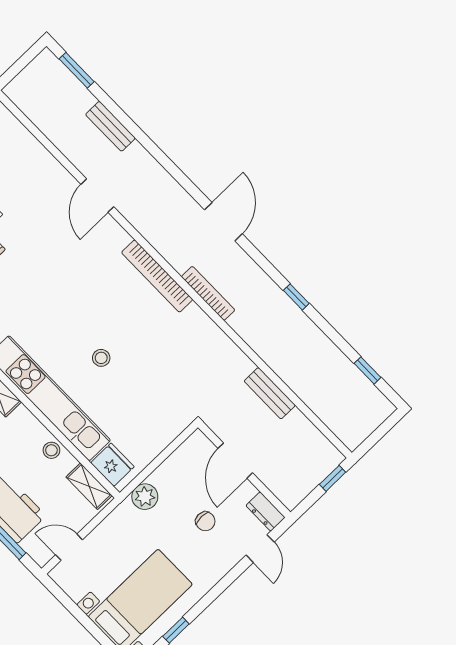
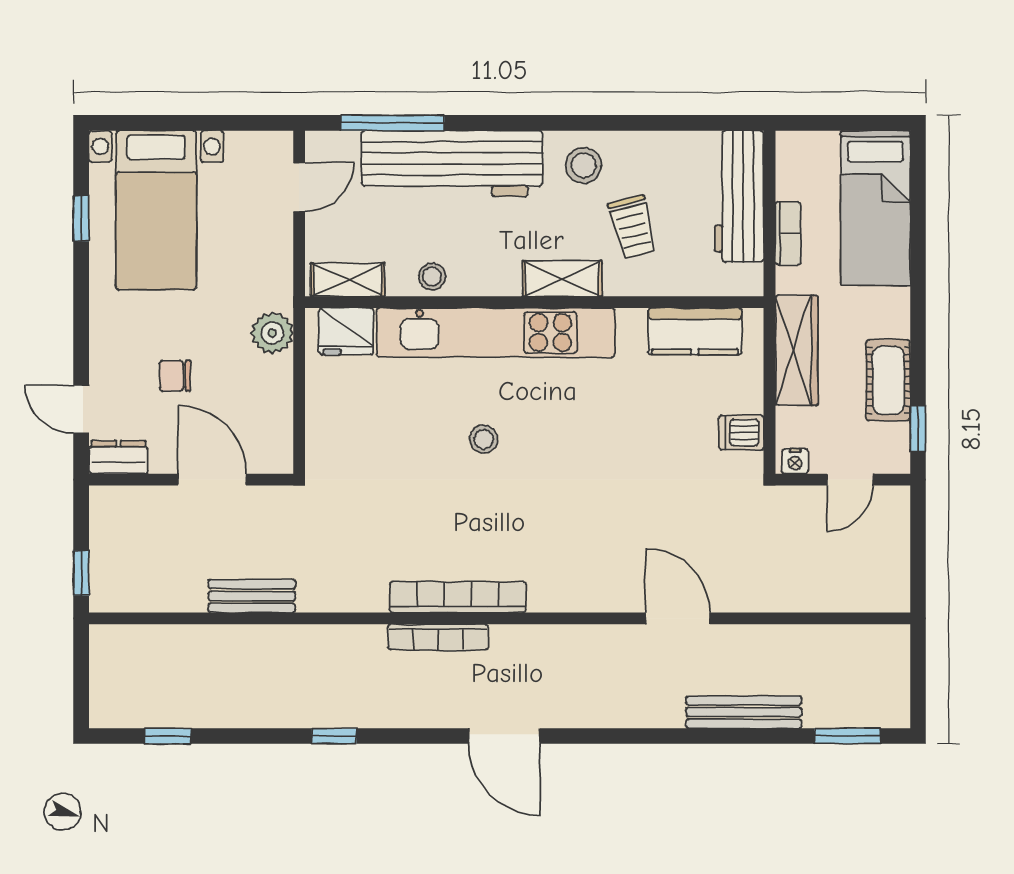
bench: (110, 126) -> (744, 712), width x1.36
bookcase: (157, 276) -> (458, 597), moved

